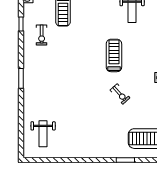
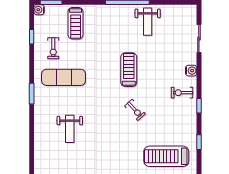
exercise mat: (51, 63) -> (64, 77), added
weight bench: (43, 134) -> (70, 129), moved

